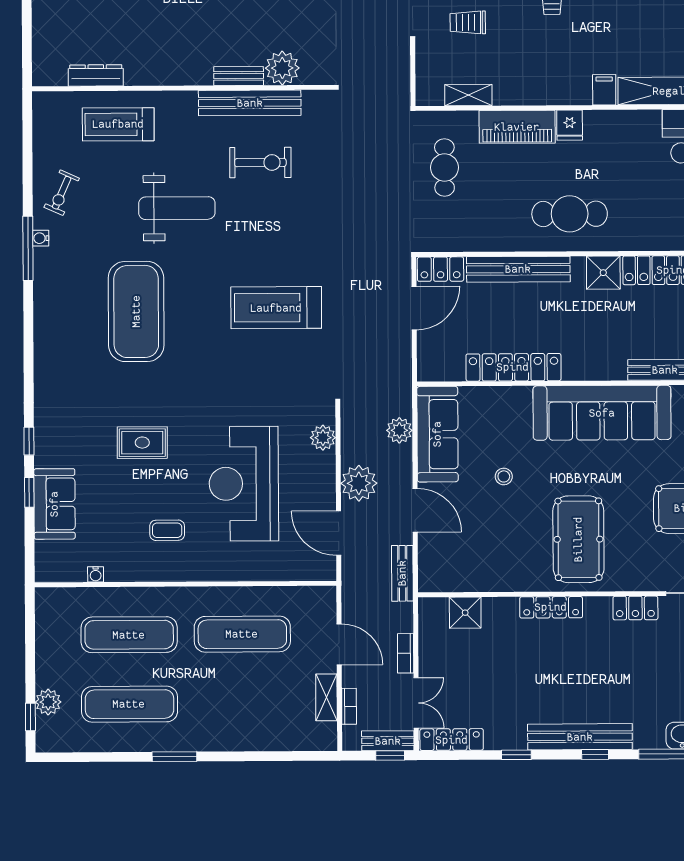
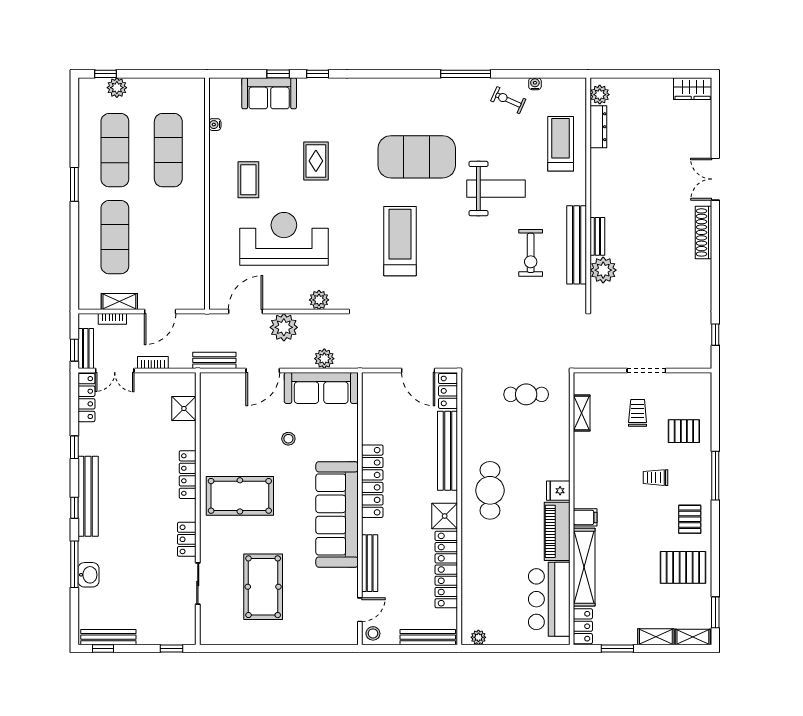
plant: (54, 74) -> (600, 95), added
piano: (517, 127) -> (557, 531), moved
weight bench: (177, 208) -> (496, 189), turned -90
water cooler: (41, 238) -> (535, 84), moved
treadmill: (276, 308) -> (400, 241), moved
locker: (513, 367) -> (372, 481), moved
coffee table: (167, 530) -> (248, 180), width x1.36, depth x1.30
exercise mat: (242, 634) -> (115, 237), moved

